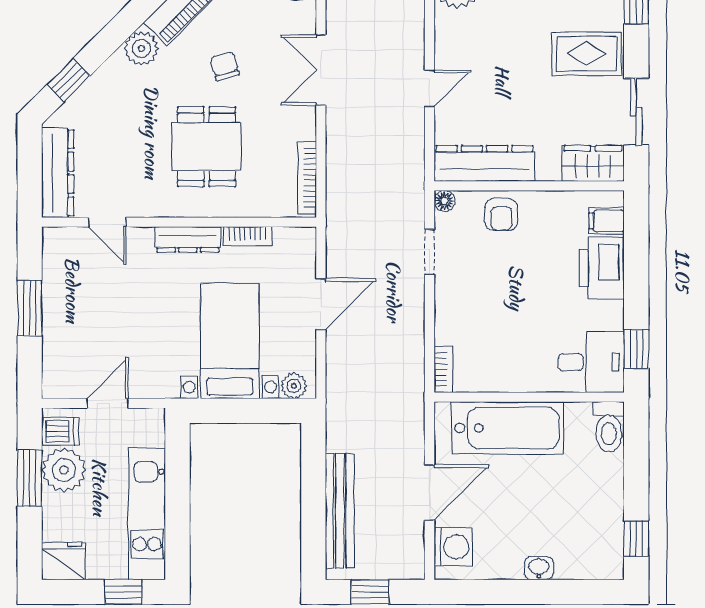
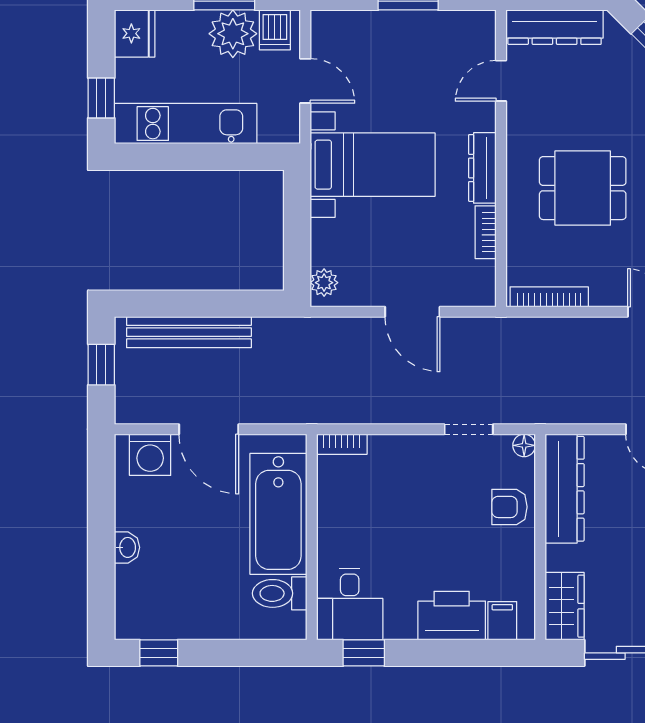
bed with nightstands: (230, 341) -> (373, 165), moved
toilet: (609, 427) -> (280, 593), moved

